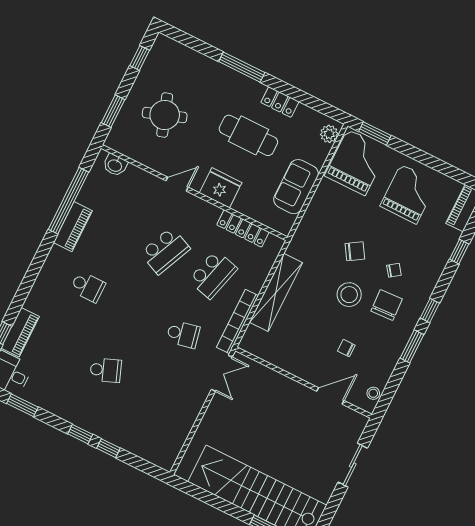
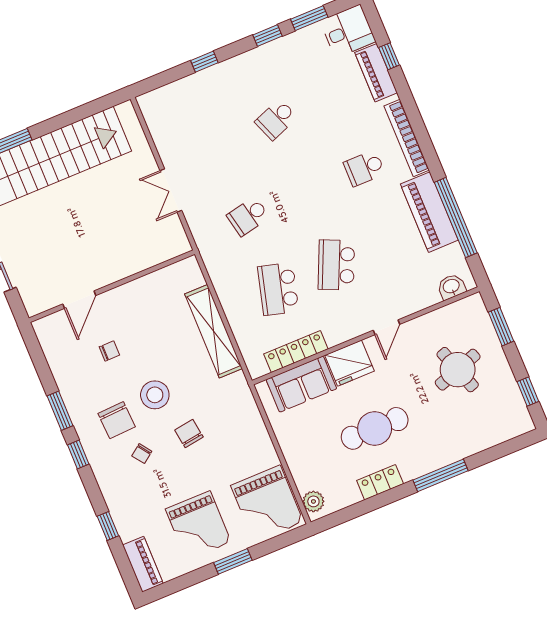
window: (375, 133) -> (233, 561), moved
sofa: (296, 187) -> (301, 384), moved, turned 90
piano: (73, 227) -> (429, 212), width x1.37, depth x1.33
chair: (355, 251) -> (189, 434), turned 114
bookcase: (237, 322) -> (407, 138), moved, turned 180
double door: (222, 373) -> (171, 191), moved
stool: (373, 393) -> (48, 340), removed
window: (80, 434) -> (267, 35), moved

